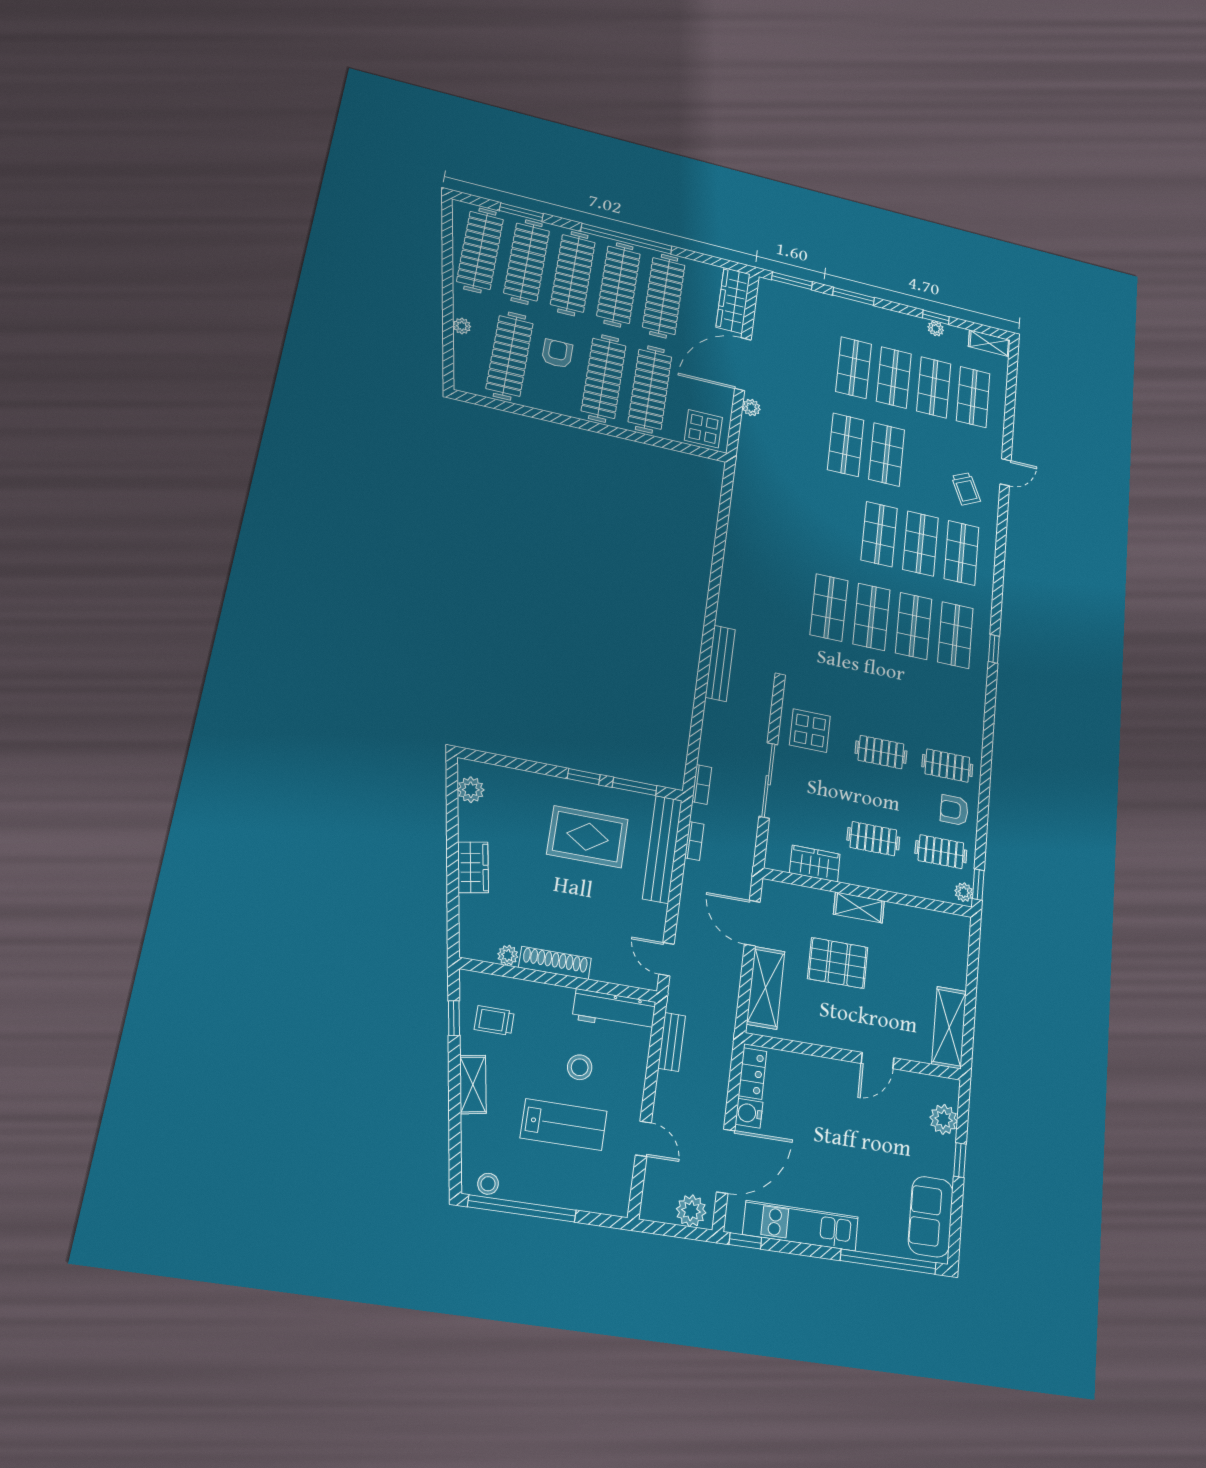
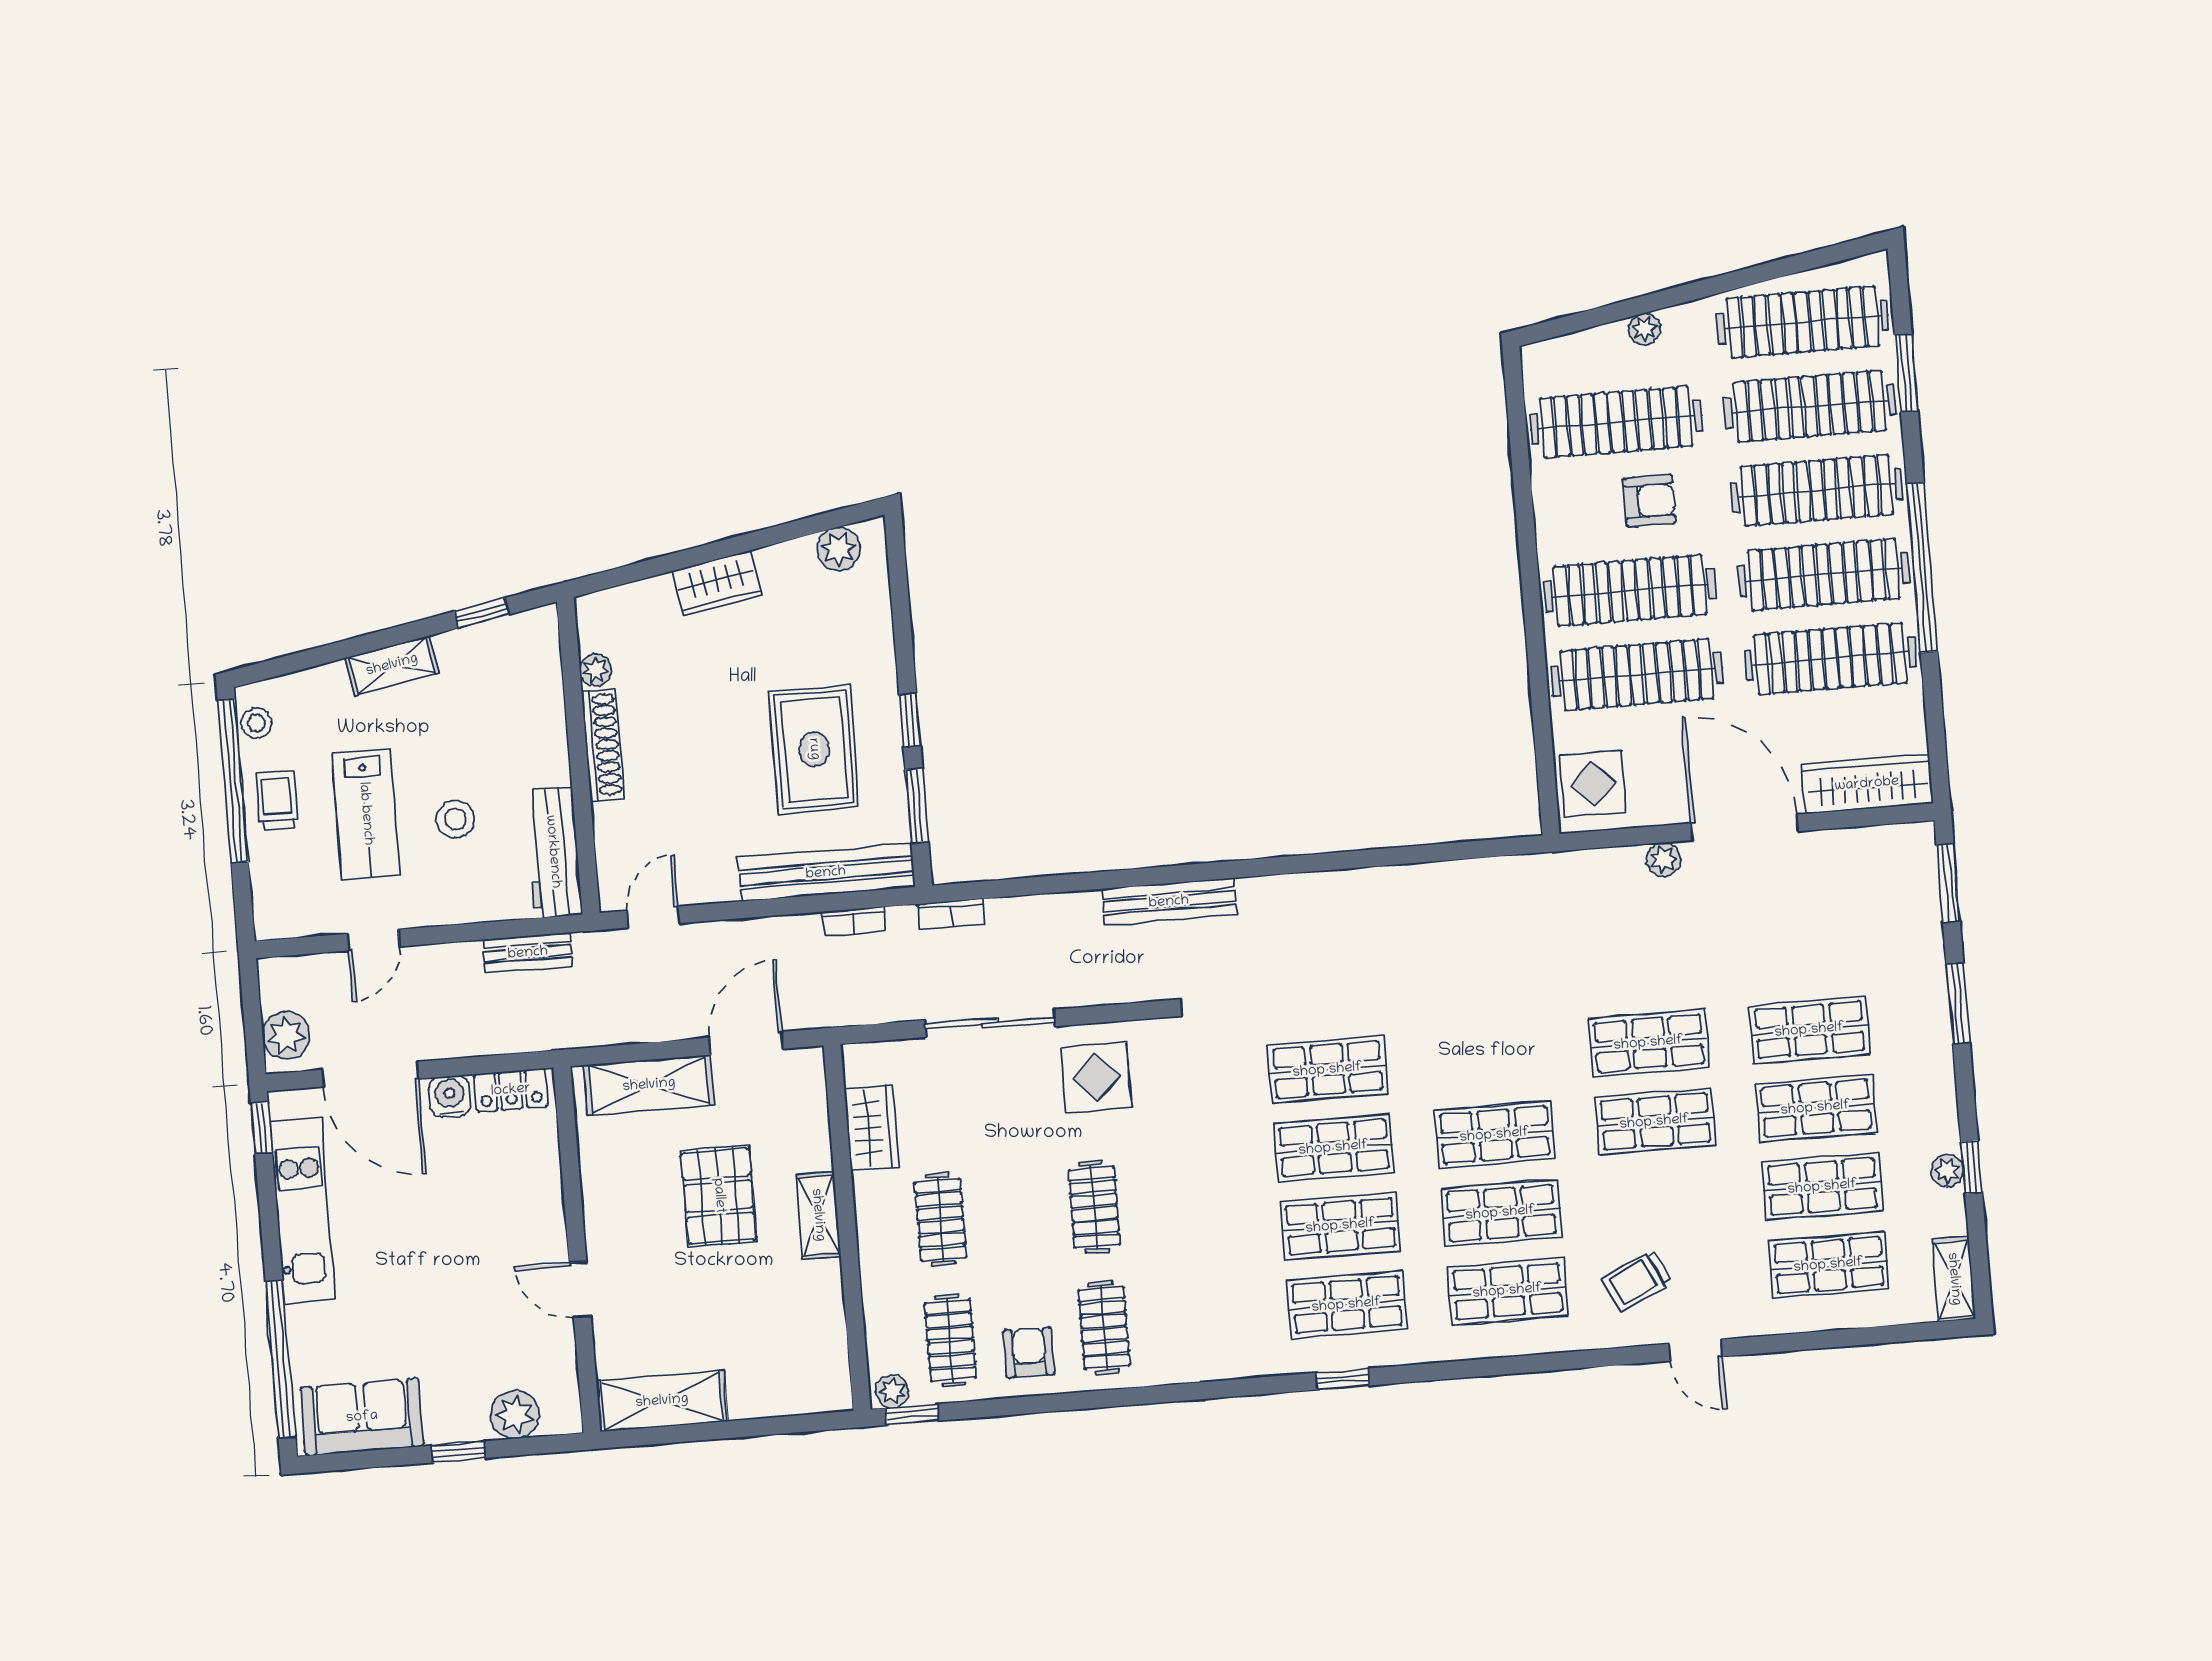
trolley: (494, 1021) -> (277, 800), moved

